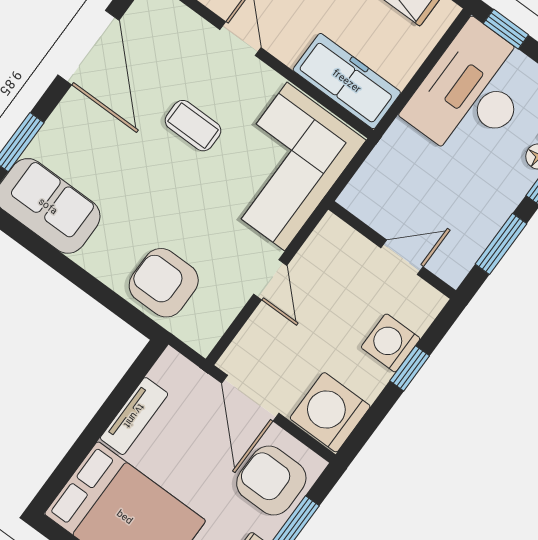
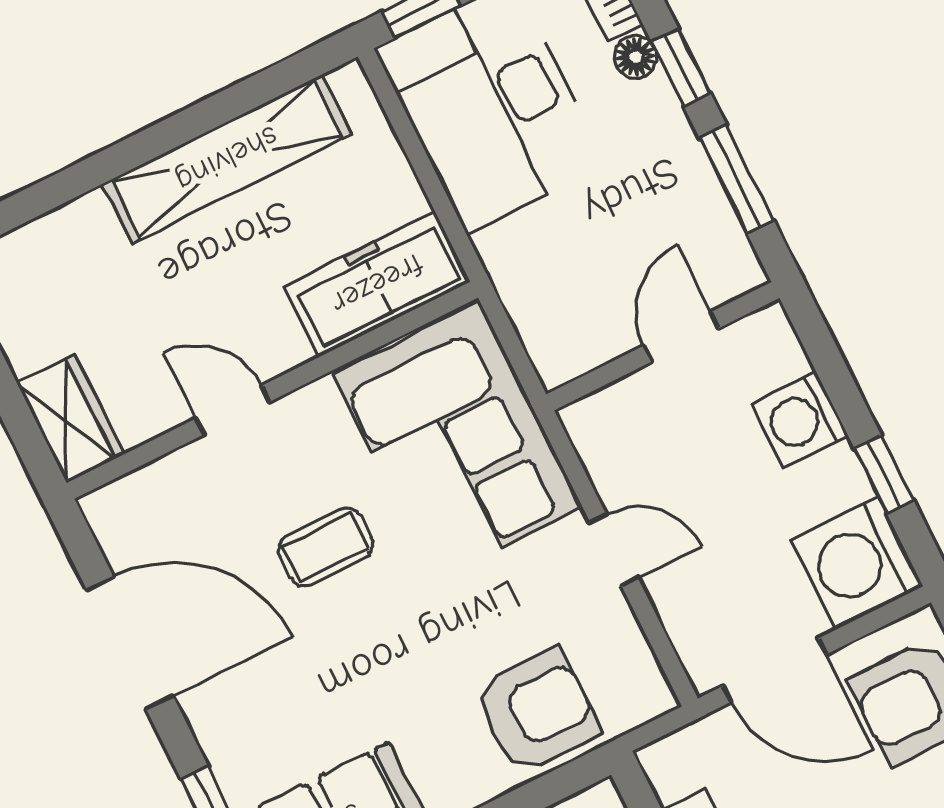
armchair: (164, 283) -> (537, 711), turned 180
window: (410, 368) -> (884, 474), moved

